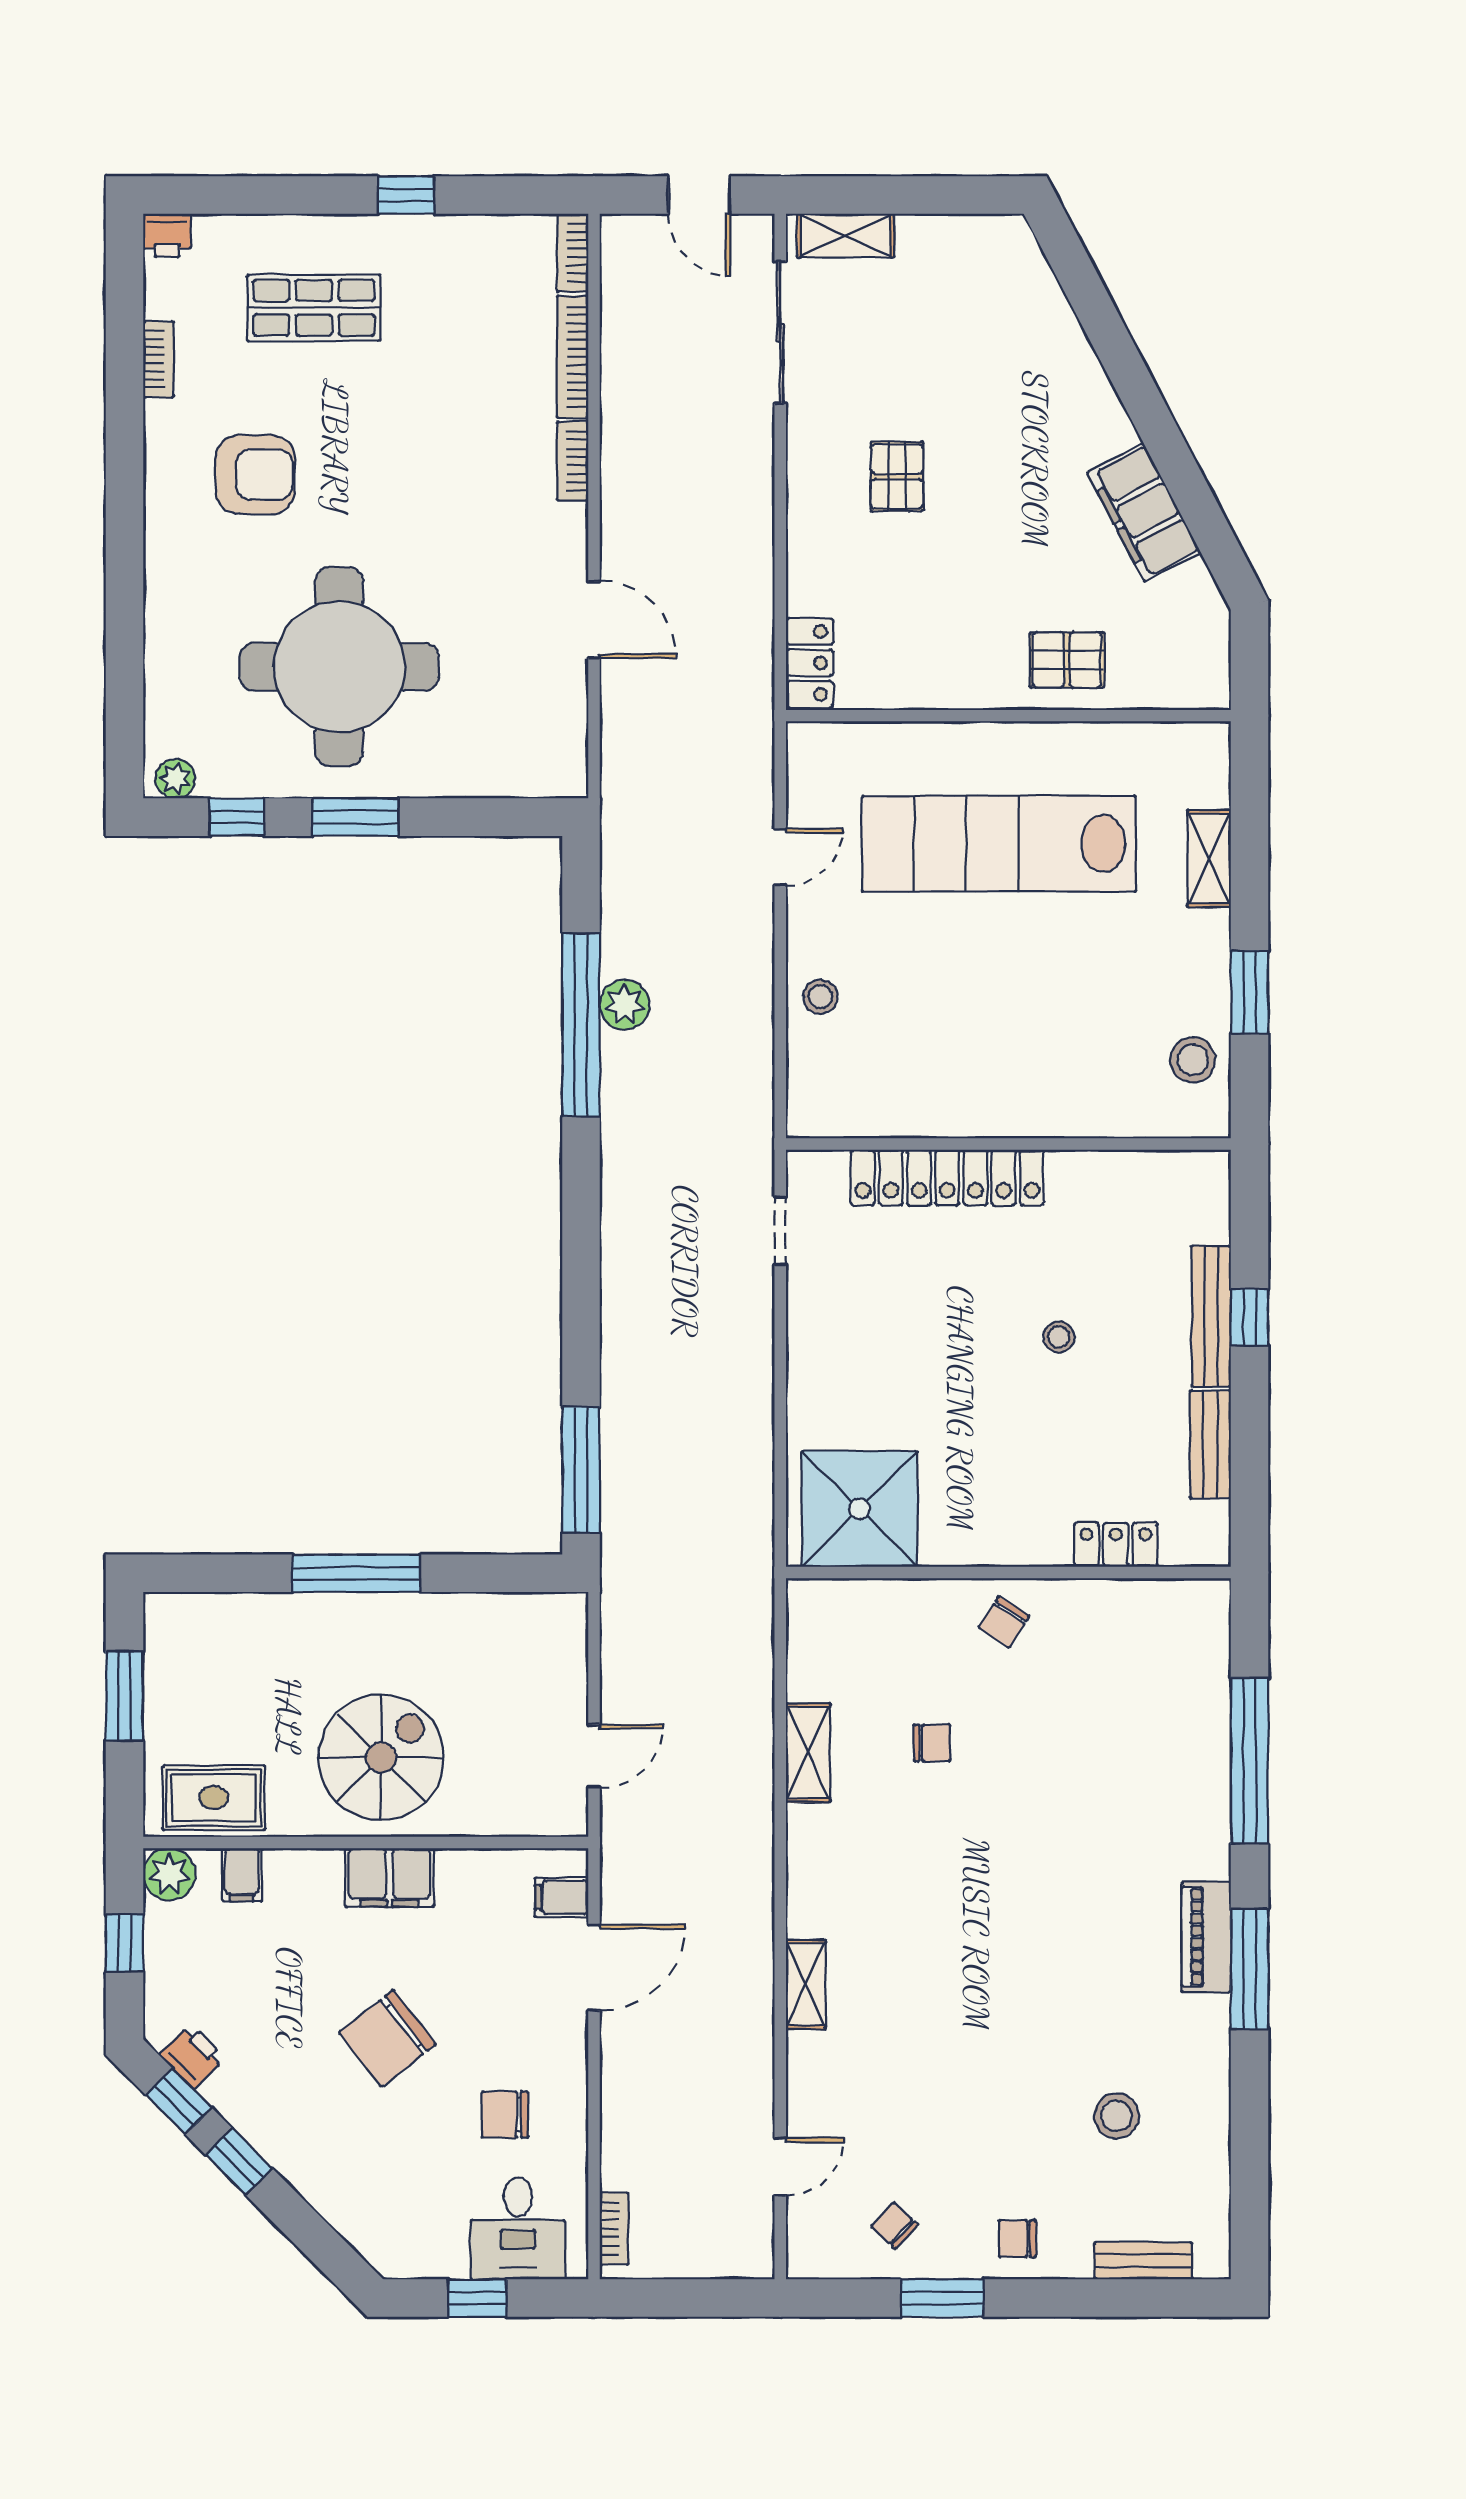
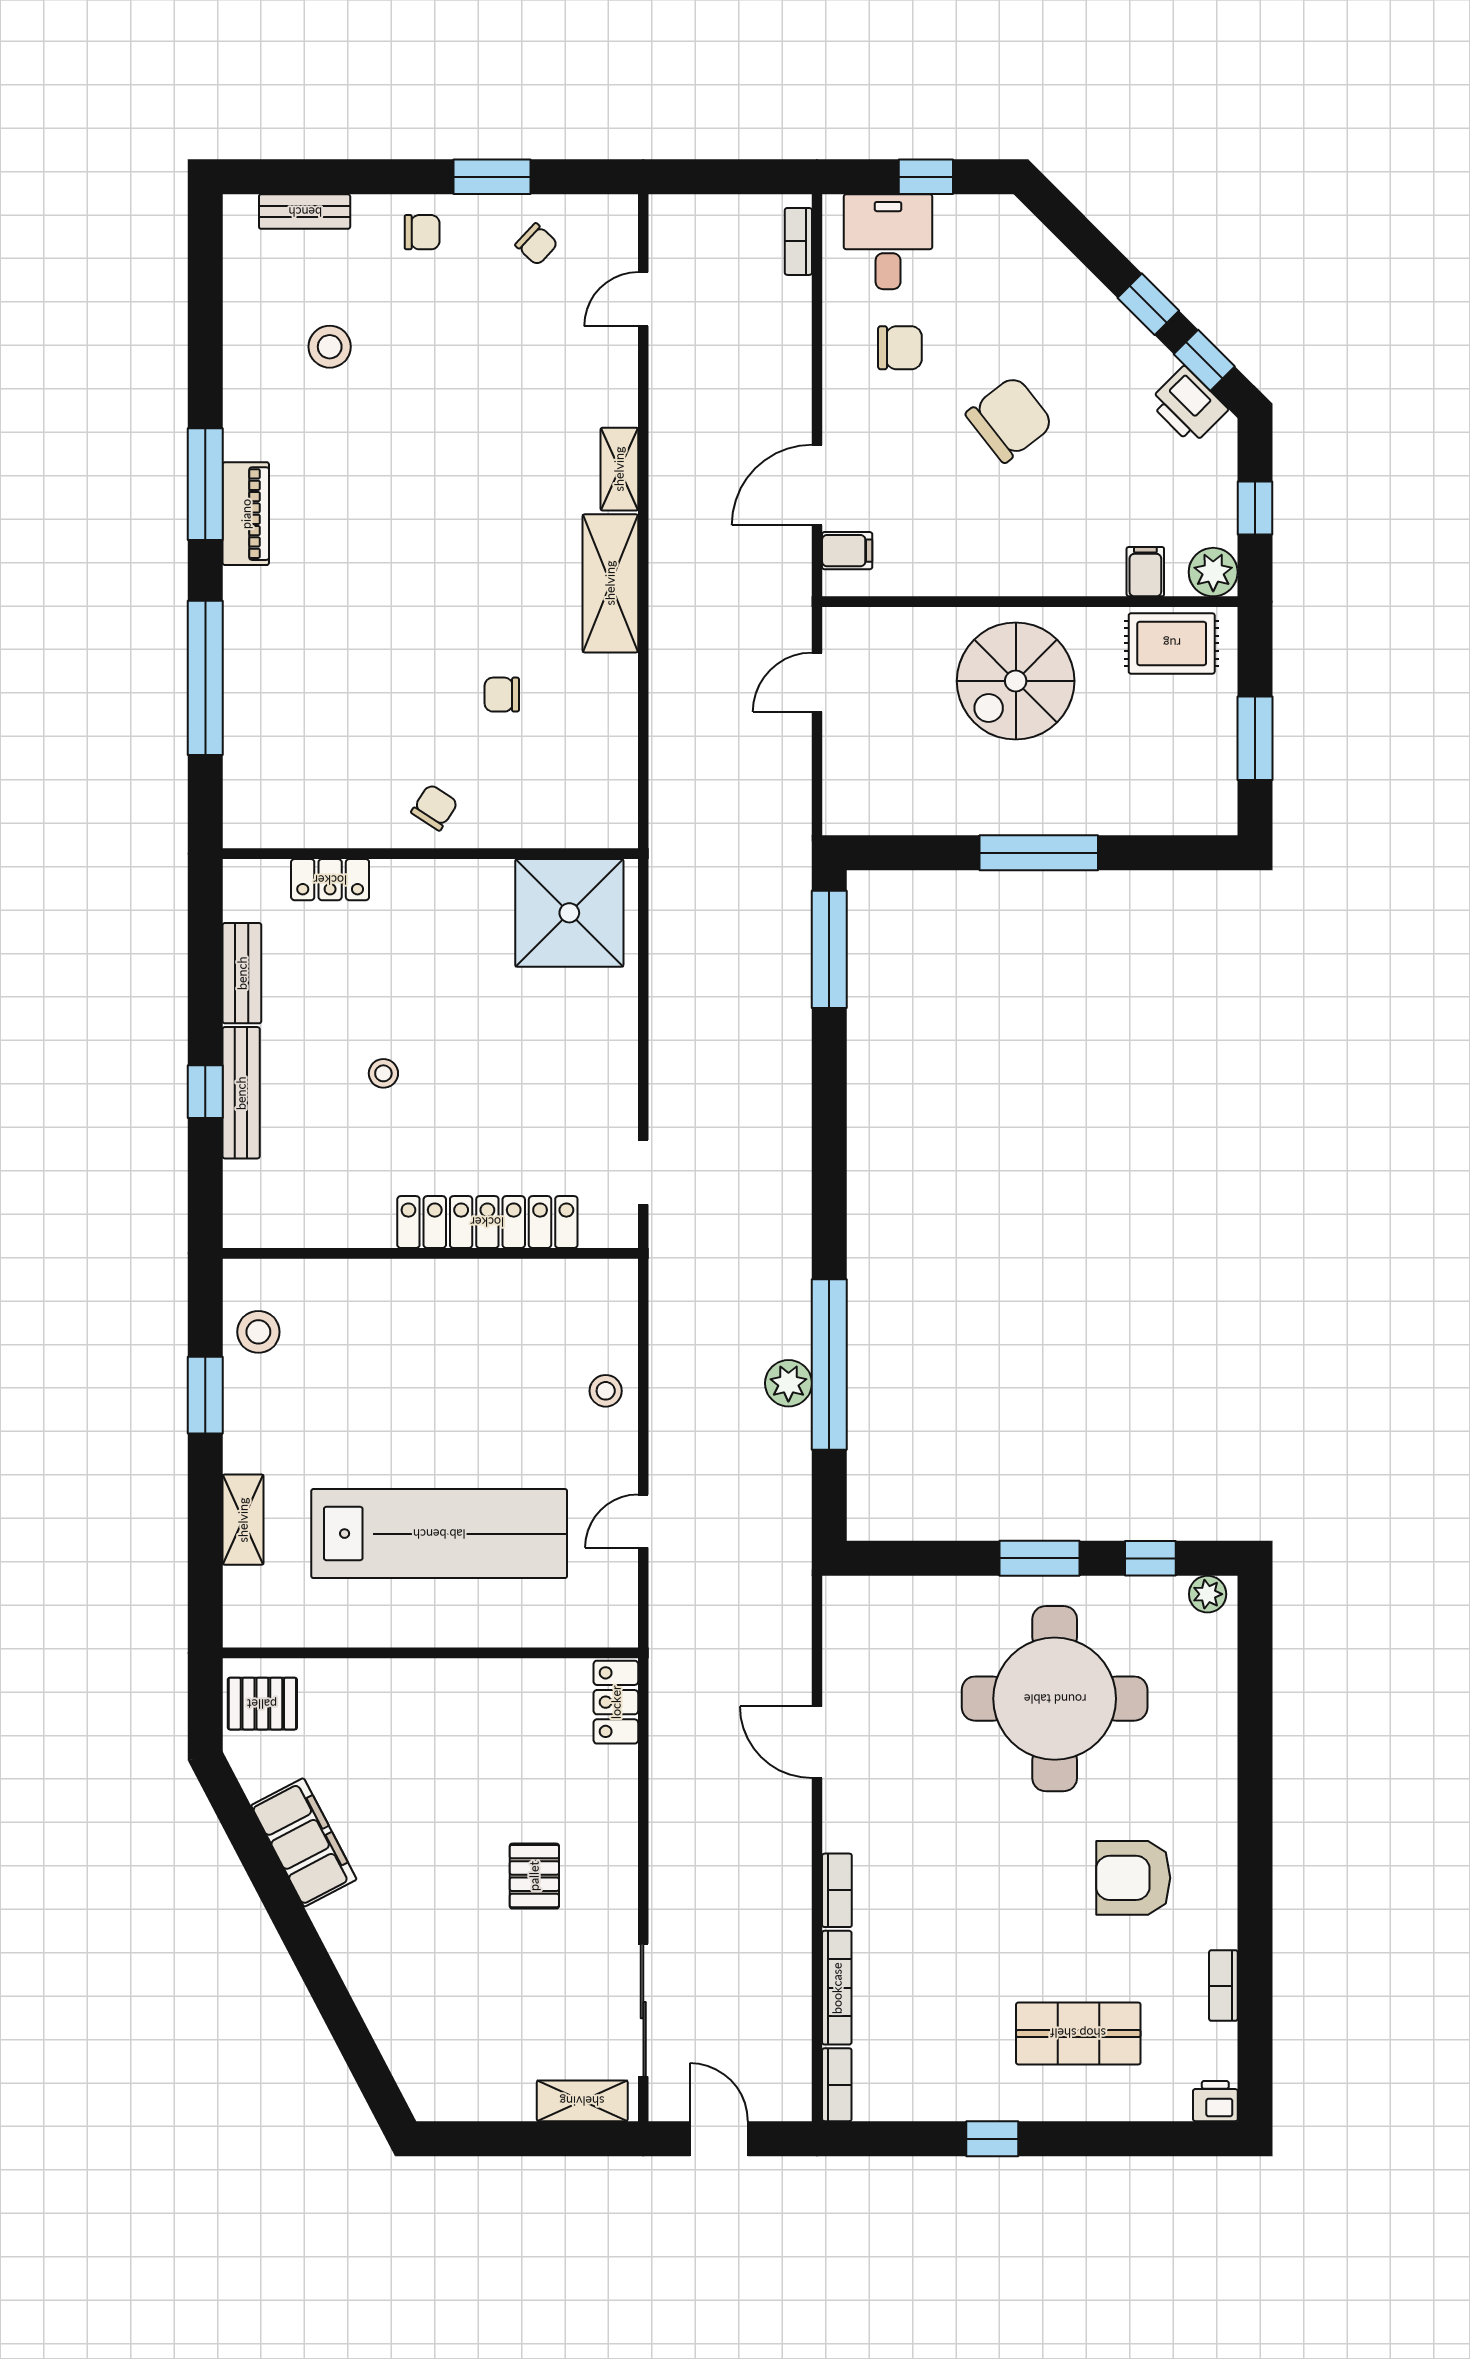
pallet: (1067, 660) -> (262, 1704), moved
shelving: (808, 1753) -> (610, 583), moved, width x1.50, depth x1.33
filing cabinet: (389, 1878) -> (1008, 569), removed
printer: (192, 2057) -> (1188, 406), width x1.36, depth x1.24

